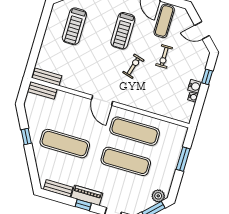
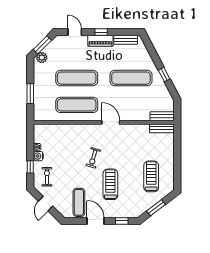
door: (202, 30) -> (46, 204), swing flipped
exercise bike: (164, 56) -> (47, 177), moved

